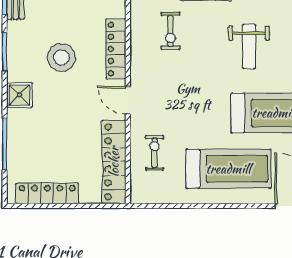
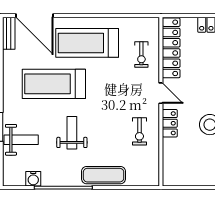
exercise bike: (170, 31) -> (139, 131), moved, turned 180
locker: (116, 49) -> (170, 123), width x0.66

